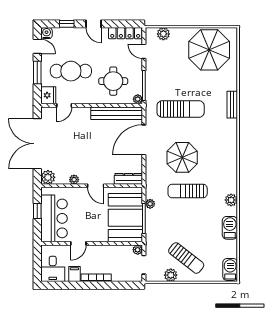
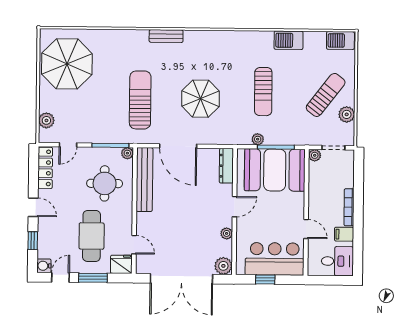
door: (93, 24) -> (33, 207), hinge flipped
bench: (232, 105) -> (166, 36), moved
sun lounger: (188, 191) -> (263, 92), moved
plant: (231, 200) -> (254, 38), removed

